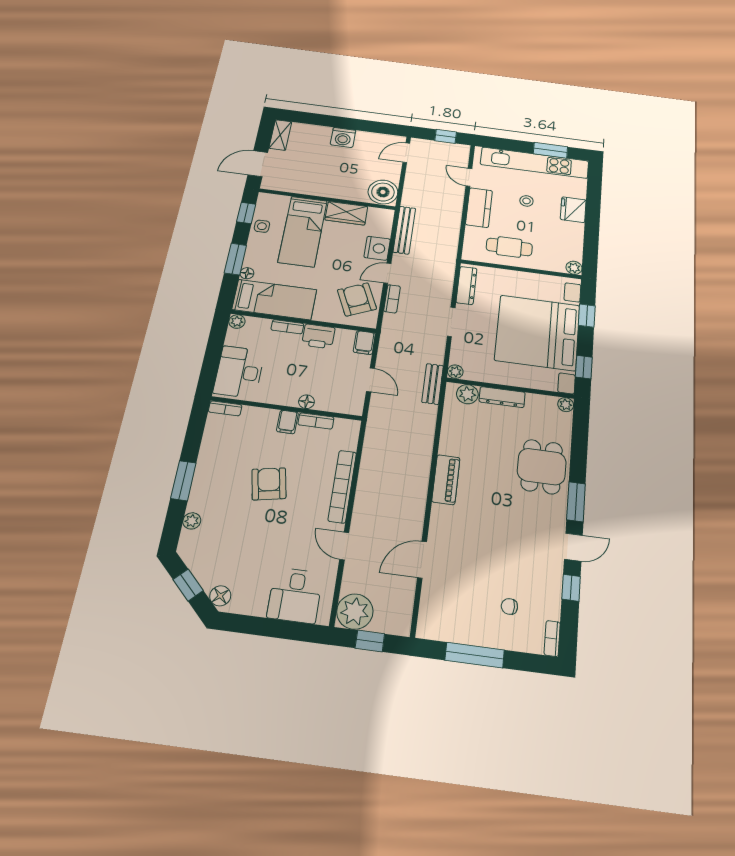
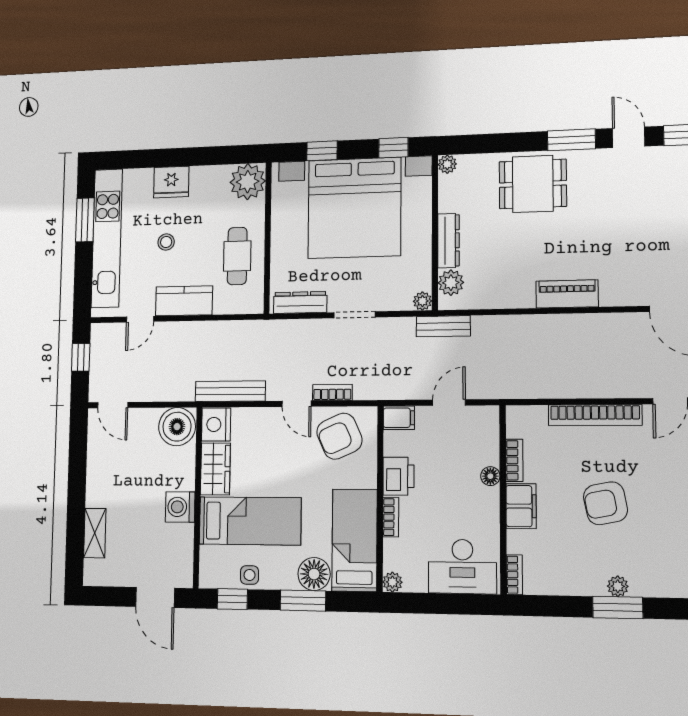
shelving: (280, 135) -> (95, 533), moved, turned 90
washing machine: (343, 137) -> (180, 507), moved, turned 180
nightstand: (377, 248) -> (216, 424), moved, turned -90
plant: (574, 268) -> (248, 182), width x1.88, depth x1.88
floor lamp: (247, 273) -> (314, 574), width x1.89, depth x1.89
filing cabinet: (287, 422) -> (521, 506), width x2.00
plant: (192, 521) -> (618, 586), moved

